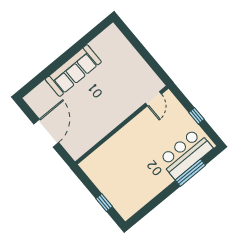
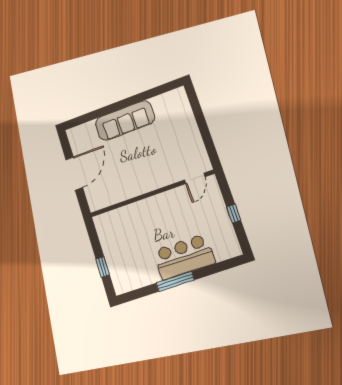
bar counter: (186, 154) -> (184, 257), moved
window: (190, 173) -> (175, 281), moved

